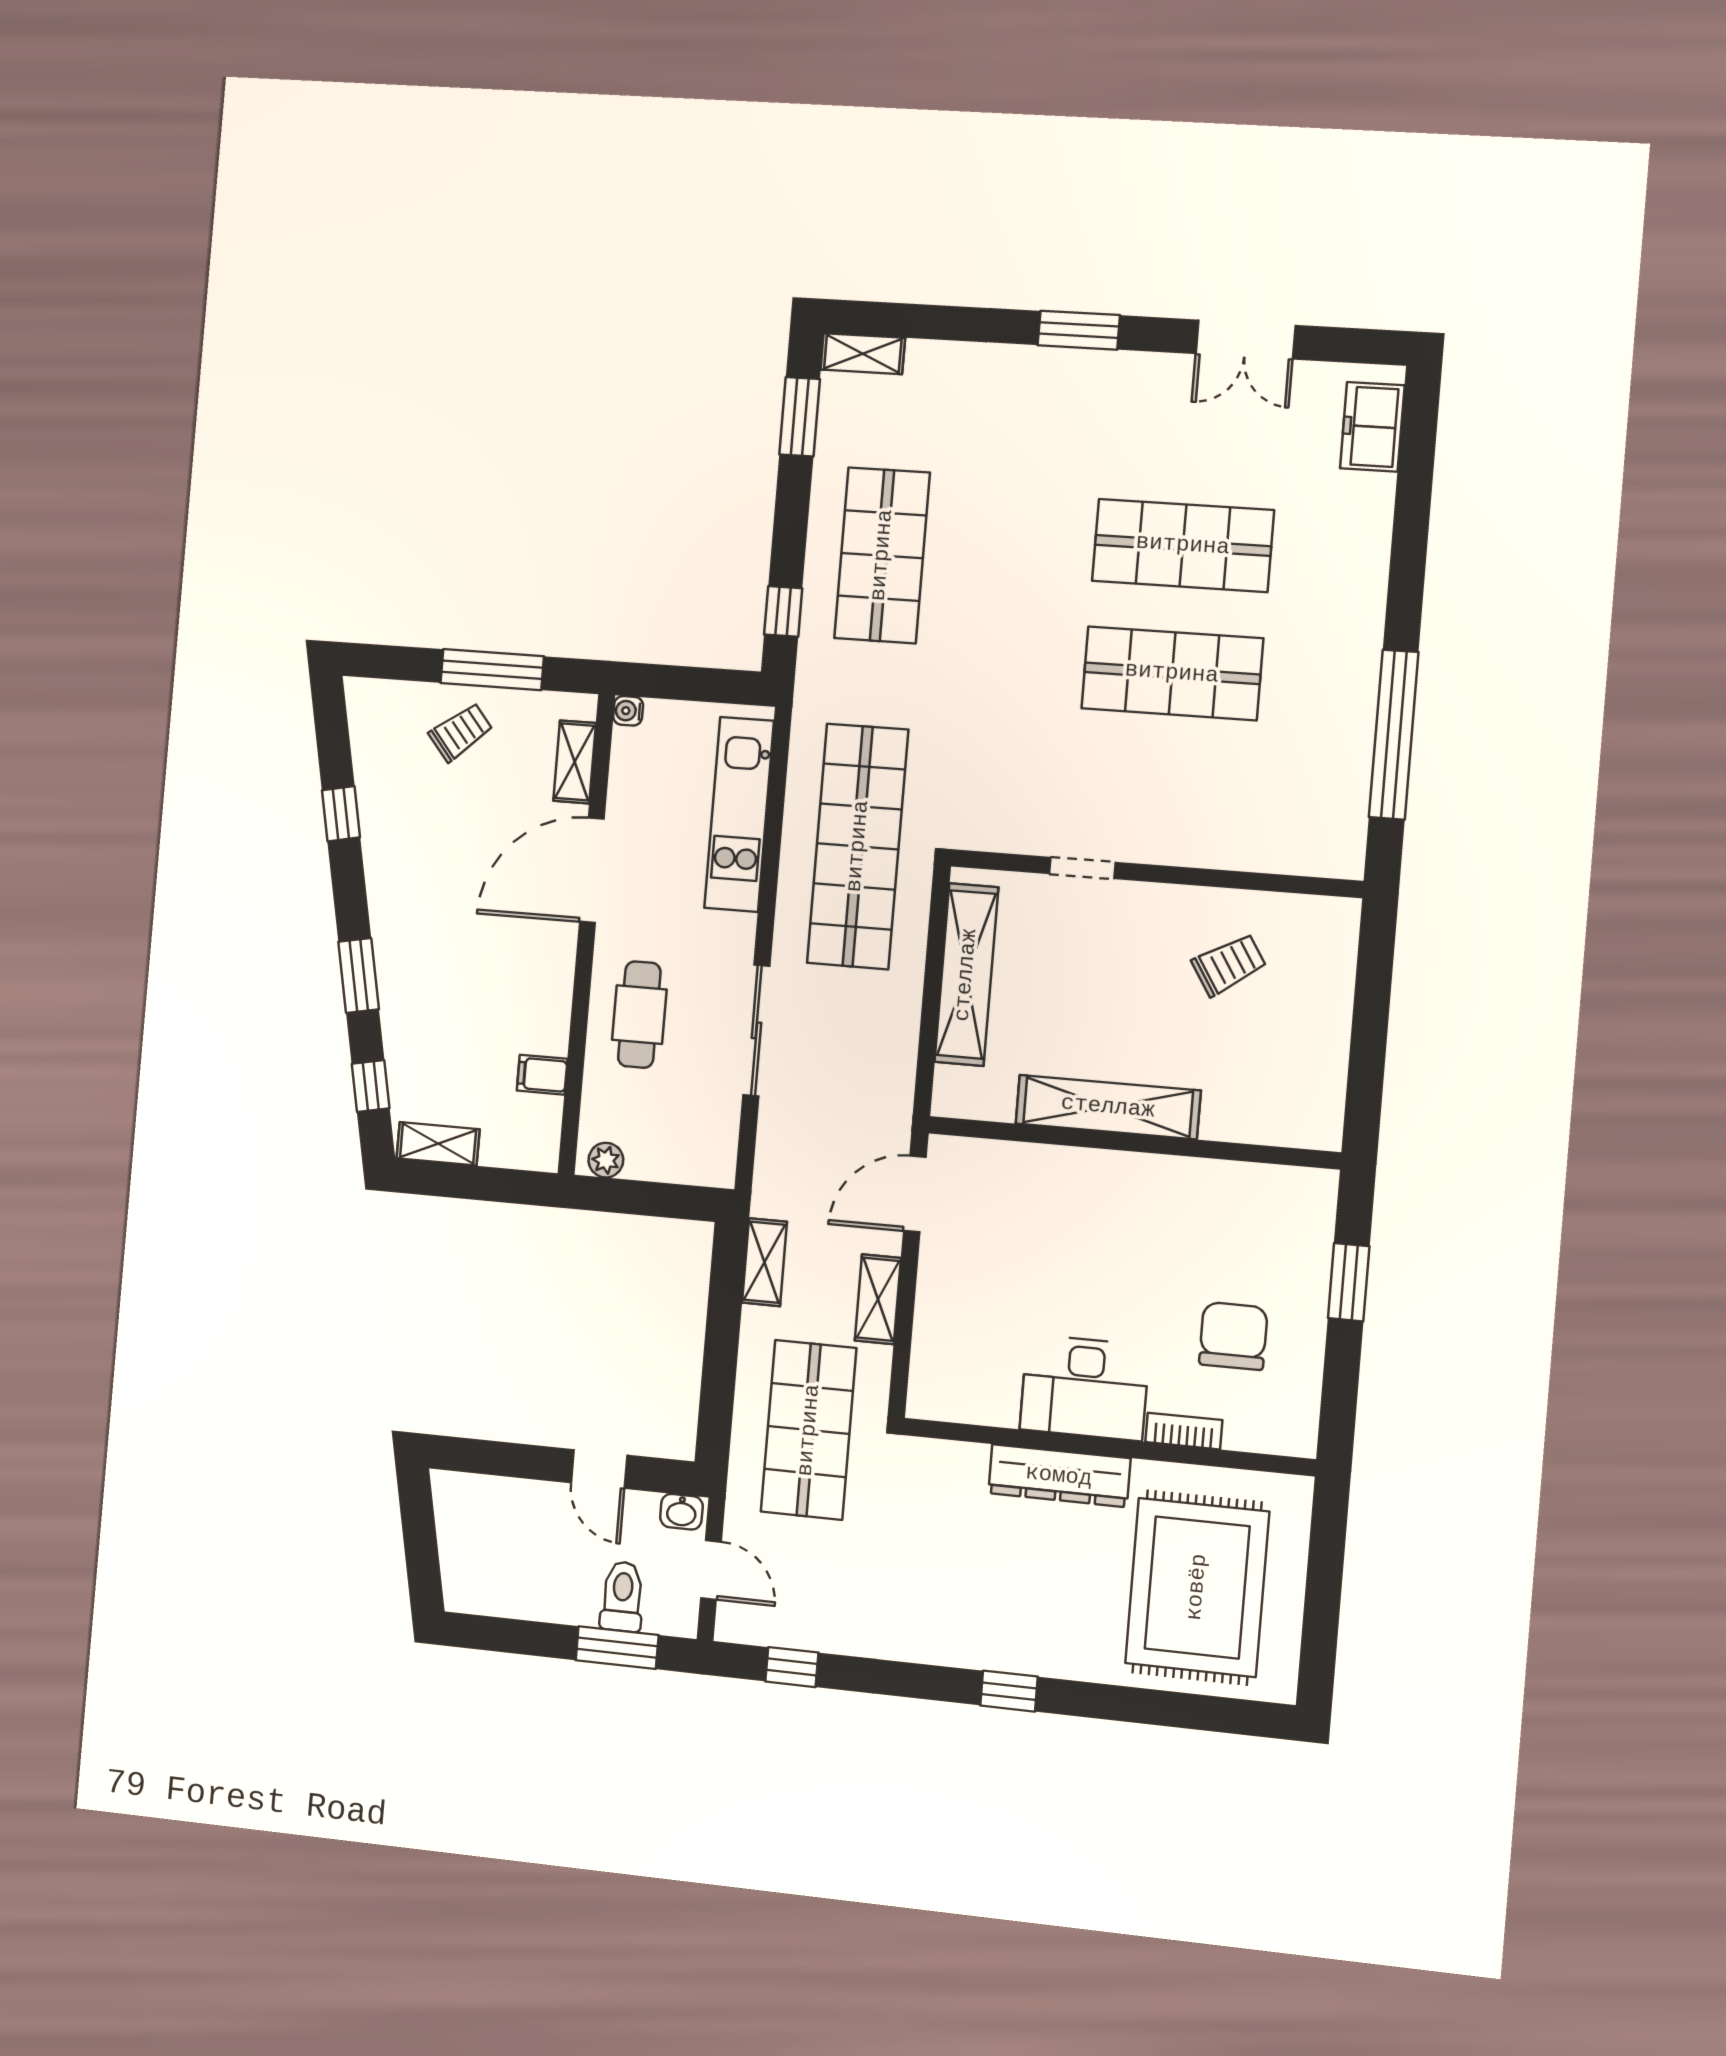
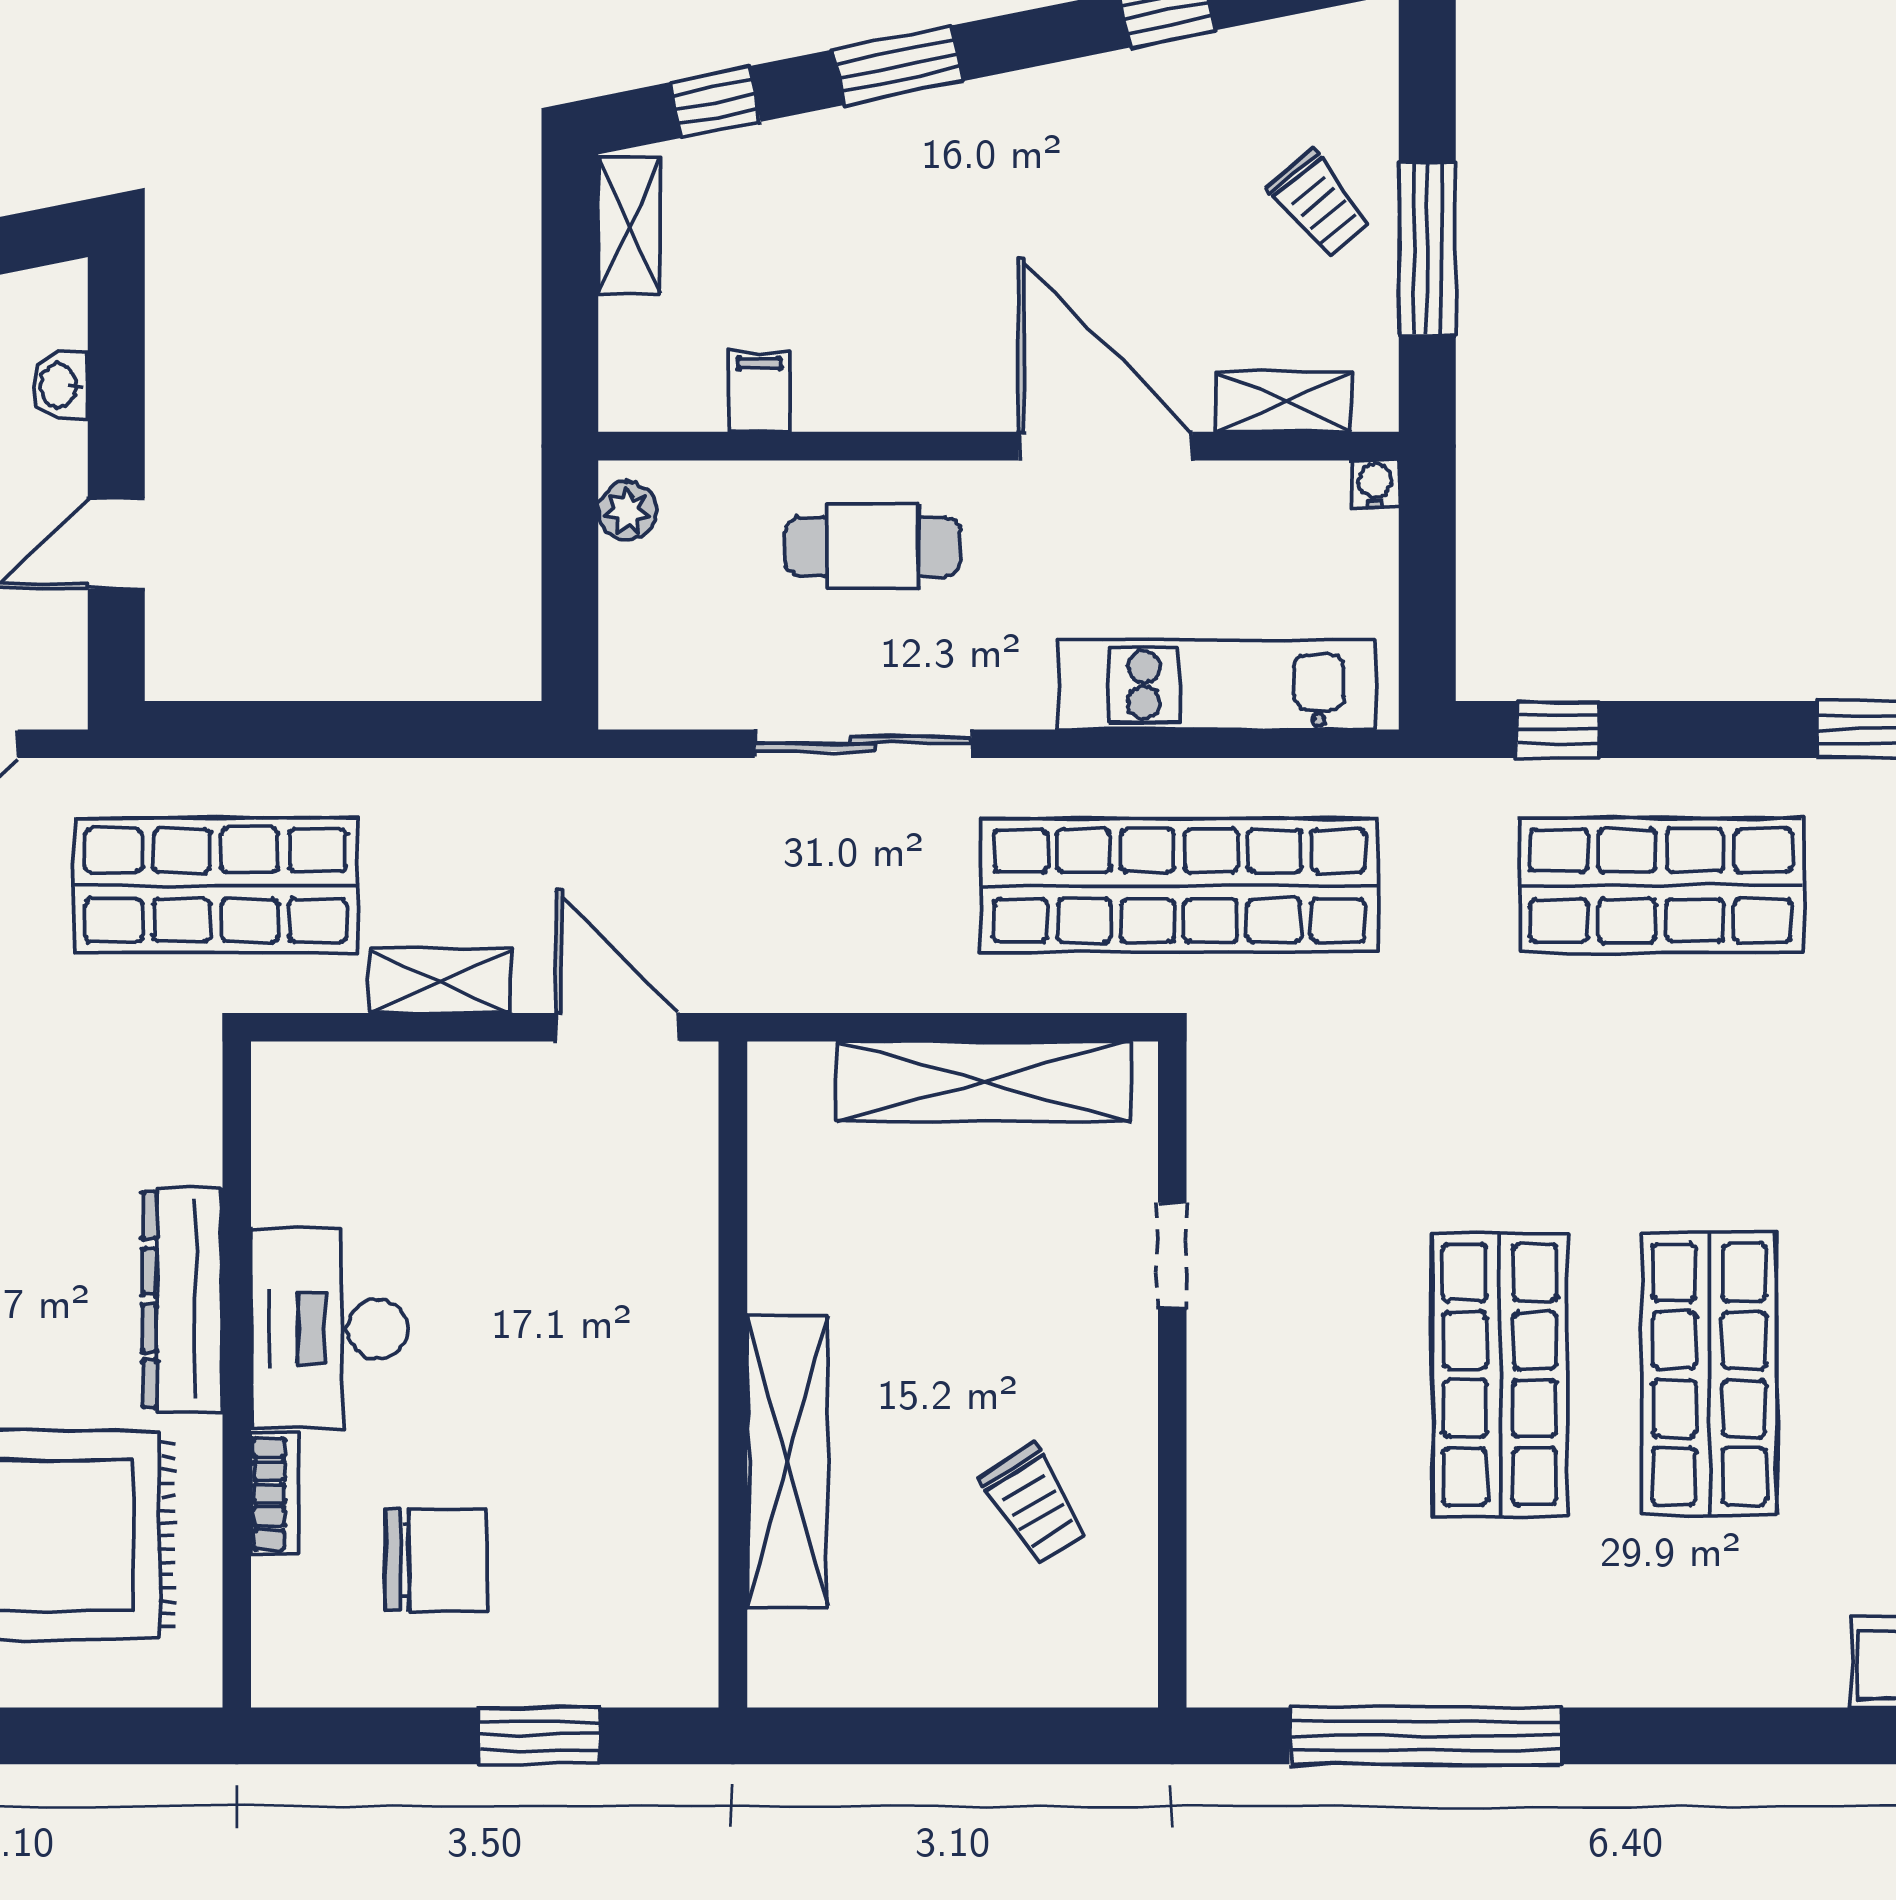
shelving: (1108, 1107) -> (787, 1461), moved
shelving: (764, 1262) -> (483, 789), removed
washbasin: (681, 1512) -> (60, 385), moved

